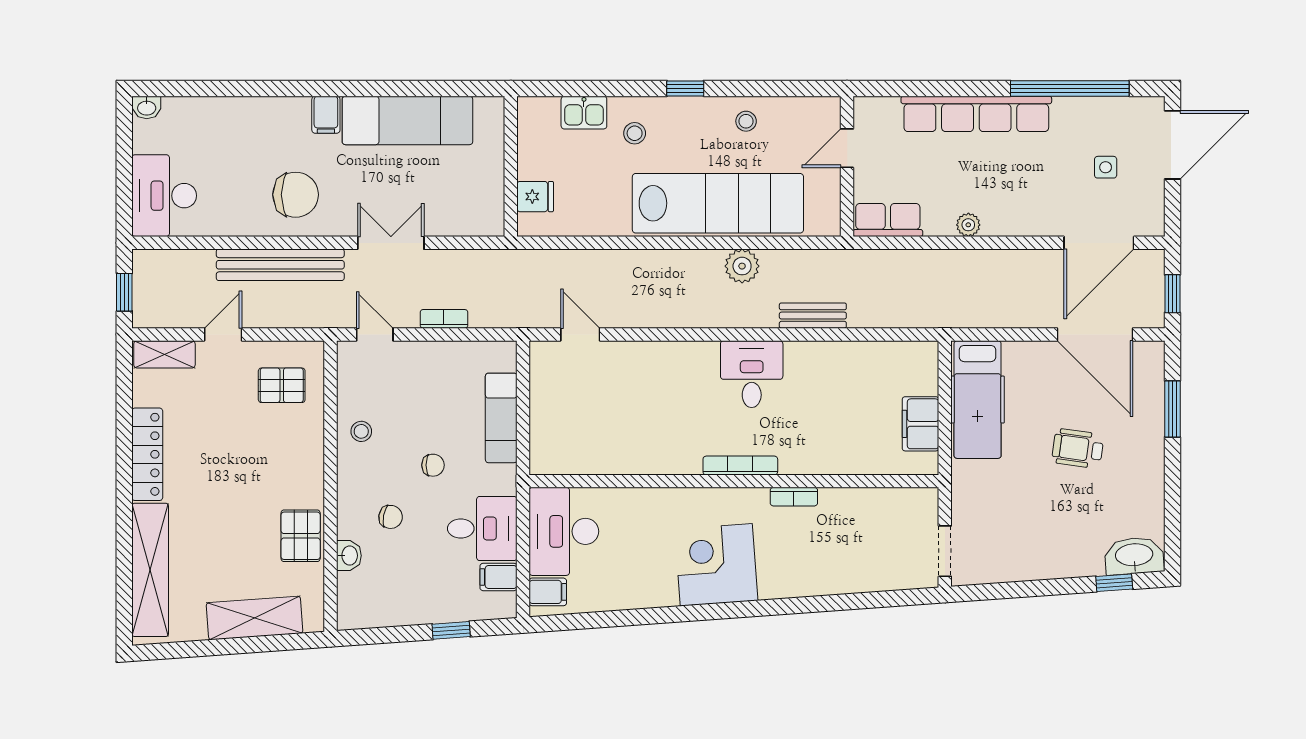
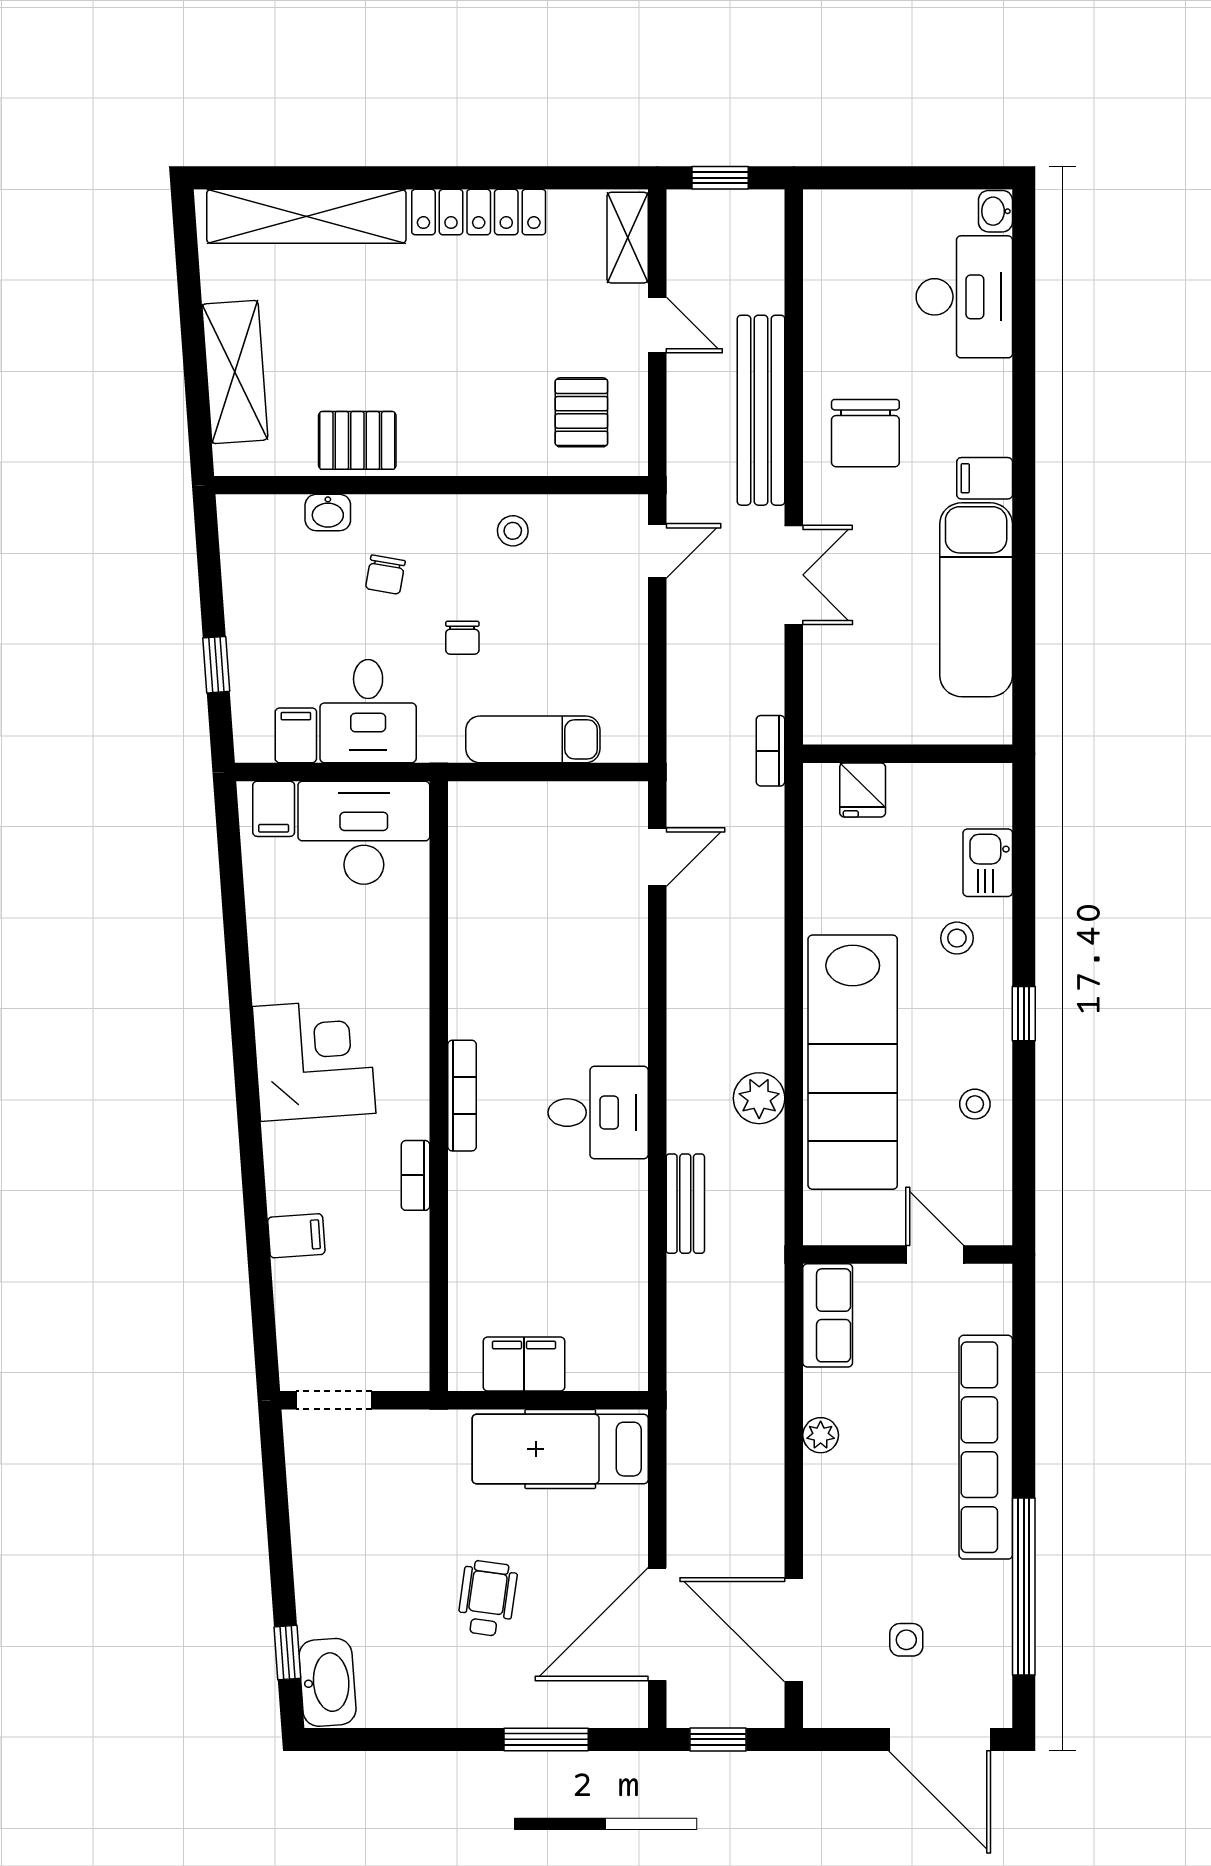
desk: (164, 196) -> (964, 297), moved, turned 90
bookcase: (444, 319) -> (771, 751), moved, turned 180
filing cabinet: (834, 577) -> (296, 1236), added

